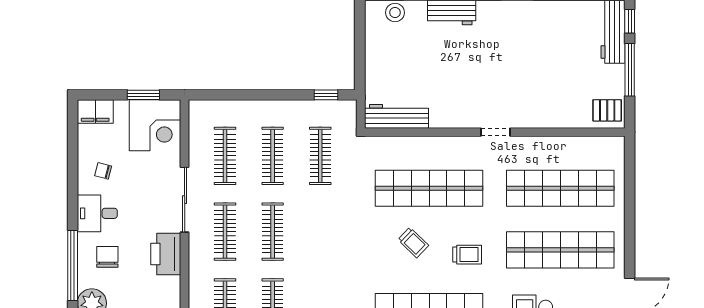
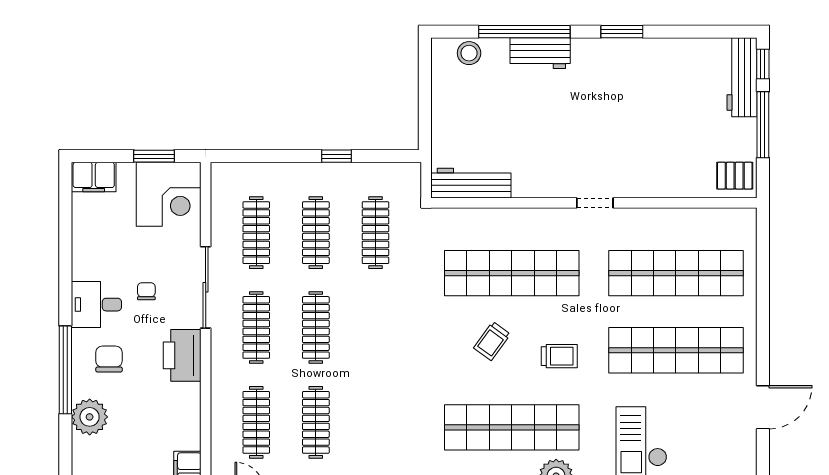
window: (326, 95) -> (337, 156), moved
chair: (103, 171) -> (146, 291), moved, turned 75
trolley: (413, 242) -> (492, 341), turned 82

